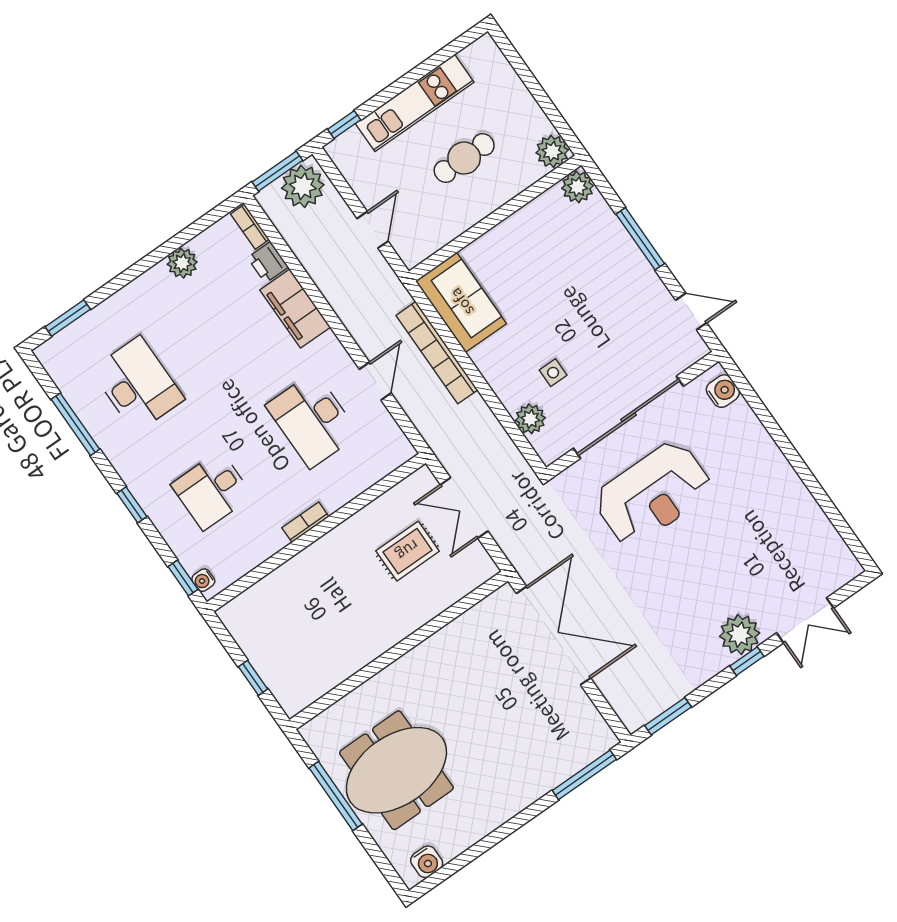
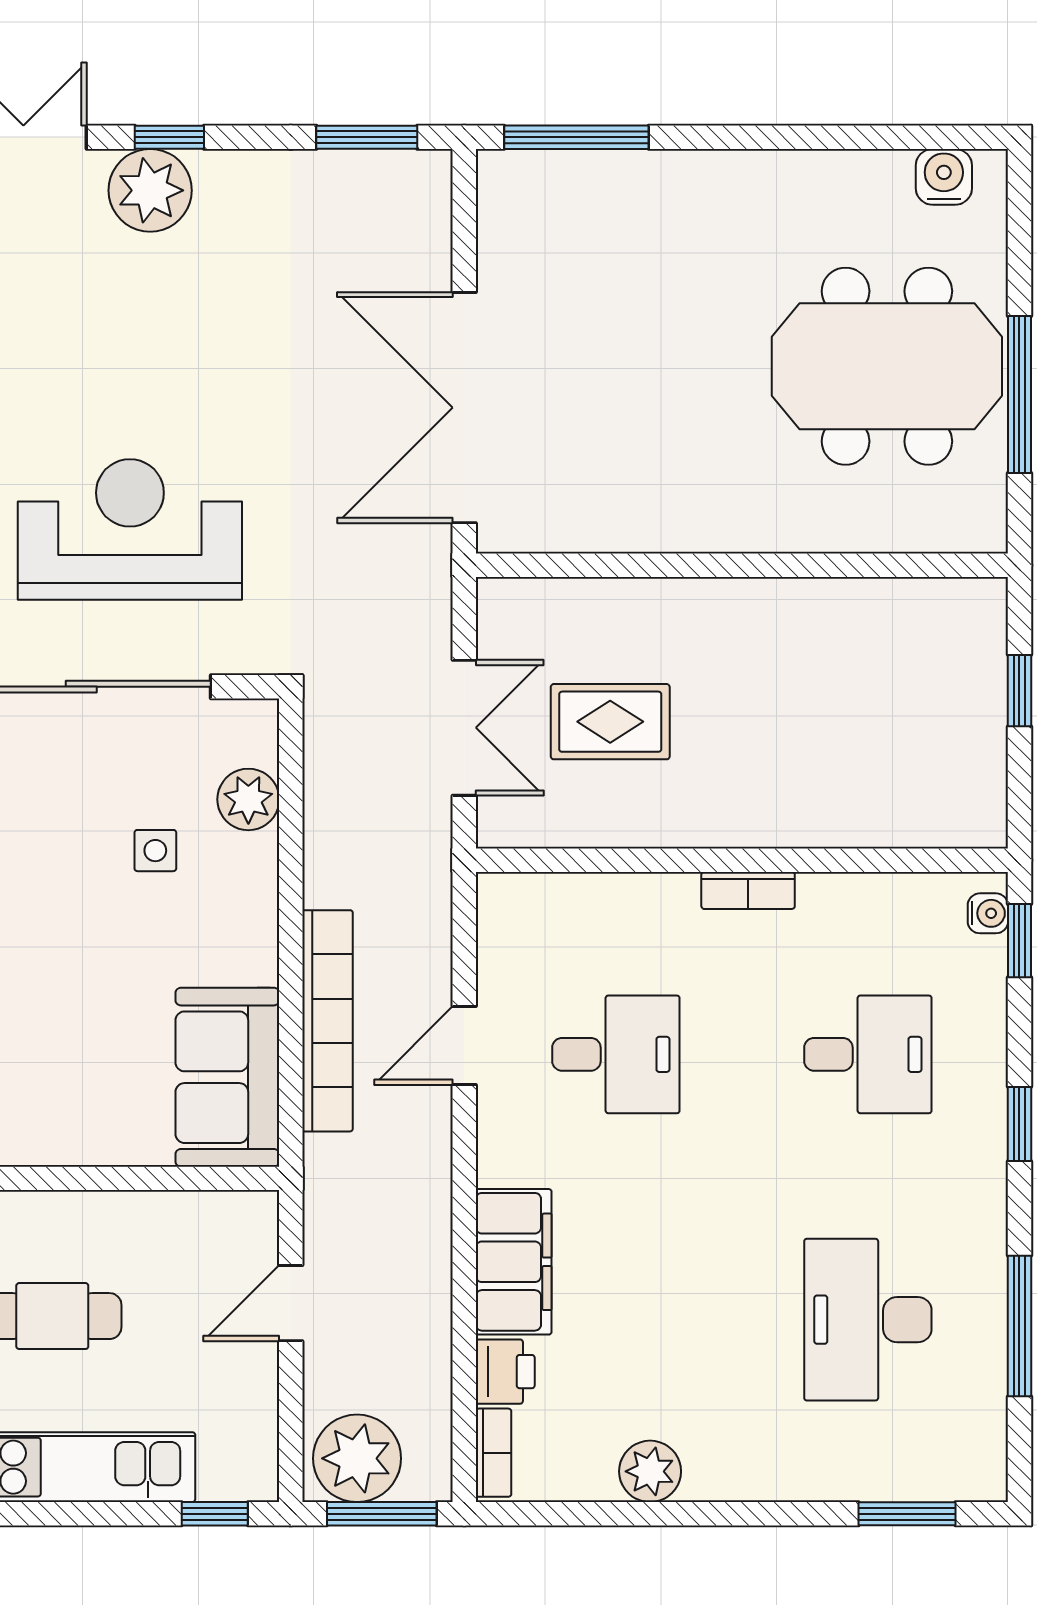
desk: (312, 420) -> (616, 1054), width x0.73

